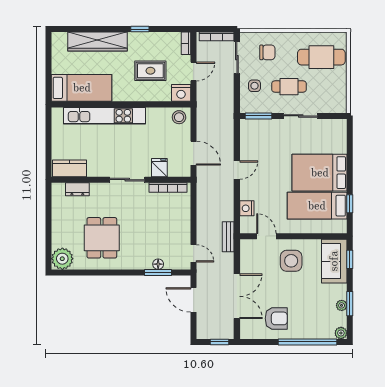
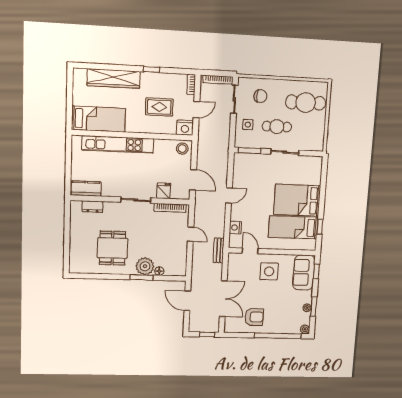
door: (193, 253) -> (191, 234), moved
plant: (62, 259) -> (145, 266), moved
window: (158, 272) -> (141, 277), moved

